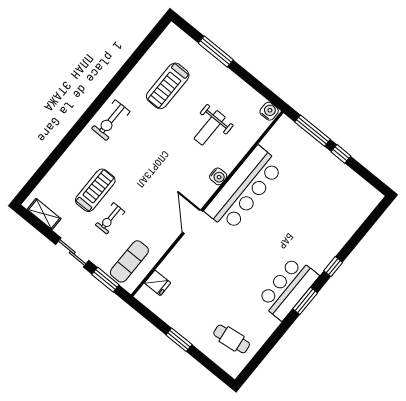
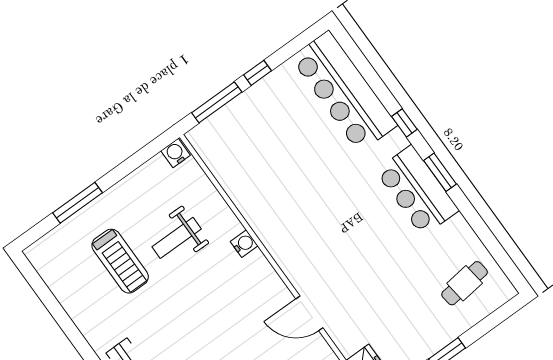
treadmill: (168, 86) -> (120, 261), moved
weight bench: (210, 128) -> (177, 238), turned 90
bar counter: (244, 189) -> (344, 91), moved, turned 180
door: (193, 222) -> (309, 313), moved

